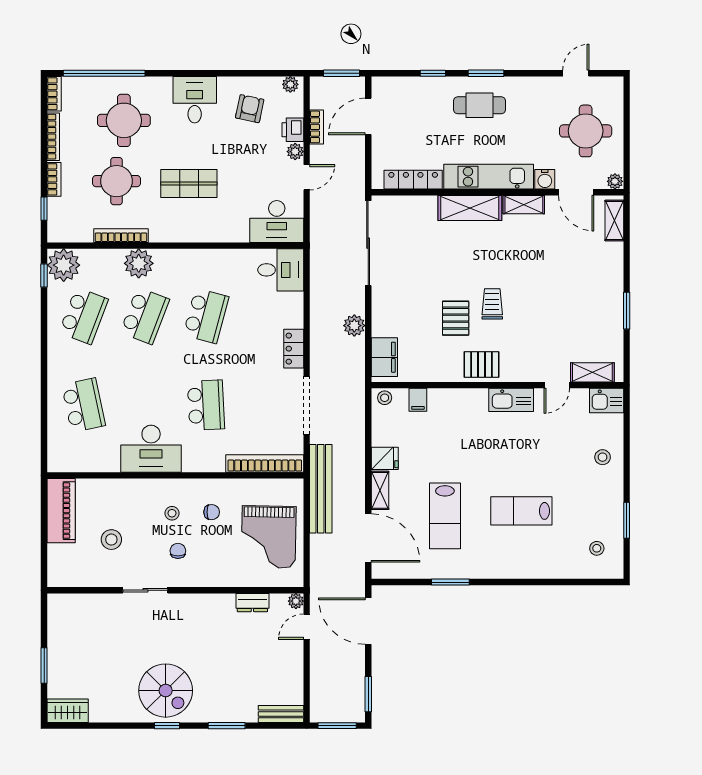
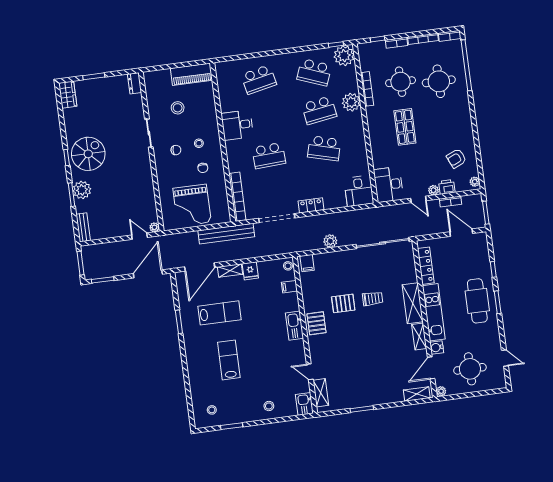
desk: (195, 100) -> (457, 124), removed
cafe table: (480, 105) -> (477, 301), width x1.37, depth x1.35
armchair: (250, 109) -> (456, 158), turned 144
trolley: (492, 304) -> (373, 299), moved
school desk: (145, 316) -> (319, 110), turned -30
filing cabinet: (384, 357) -> (307, 263), width x0.50
kitchen sink: (511, 400) -> (294, 326), moved
desk: (151, 449) -> (237, 125), width x0.73
lab bench: (445, 516) -> (219, 313), turned 180
grand piano: (269, 537) -> (192, 205), turned -91
dresser: (252, 603) -> (135, 83), moved
spiral stairs: (166, 691) -> (88, 154), turned 180
plant: (221, 708) -> (82, 190), added

